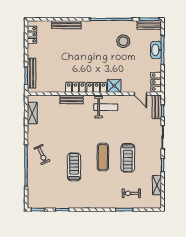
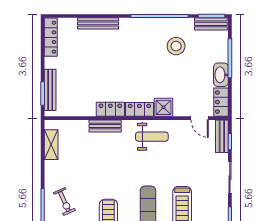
locker: (32, 35) -> (51, 37), width x1.53
washbasin: (156, 50) -> (221, 75), moved

